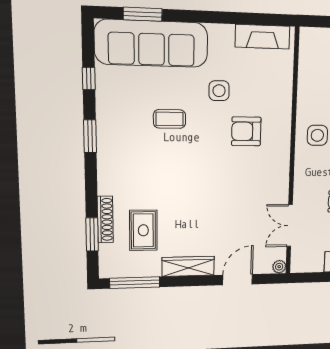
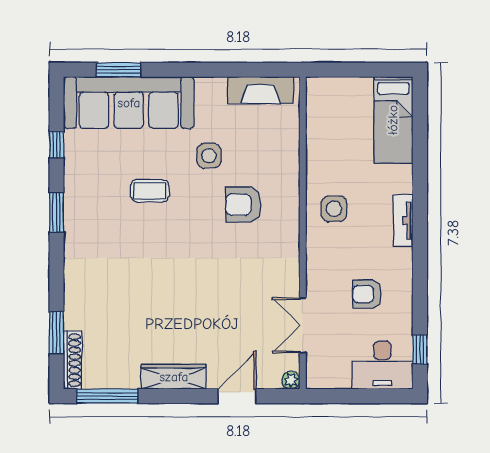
shoe rack: (105, 219) -> (72, 360), moved
rug: (143, 230) -> (118, 329), removed

